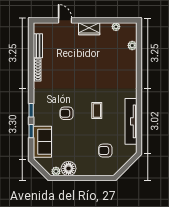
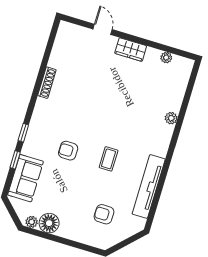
plant: (132, 45) -> (171, 118), moved
bench: (38, 46) -> (57, 52), removed

